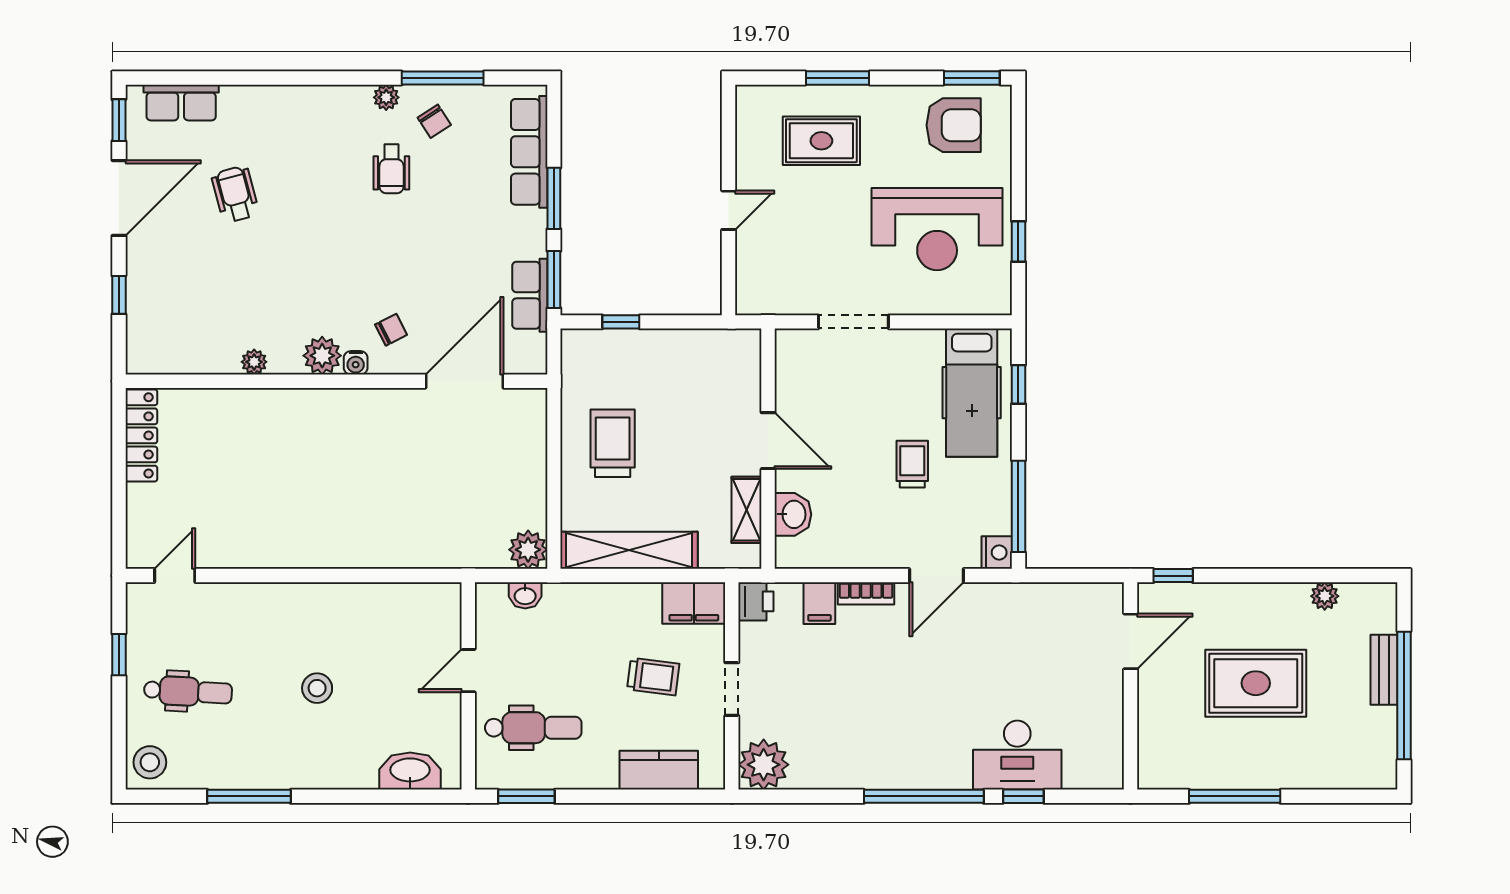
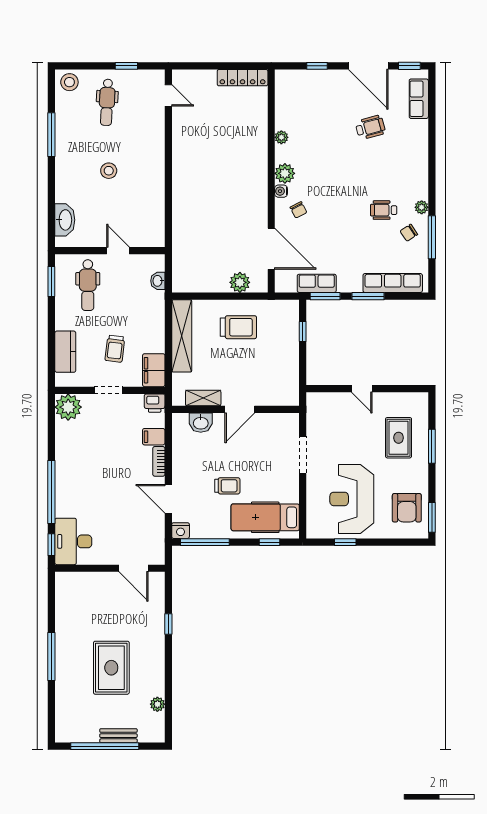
plant: (528, 550) -> (240, 282), moved
door: (1131, 641) -> (133, 568), moved
wall: (1131, 686) -> (110, 568), moved

